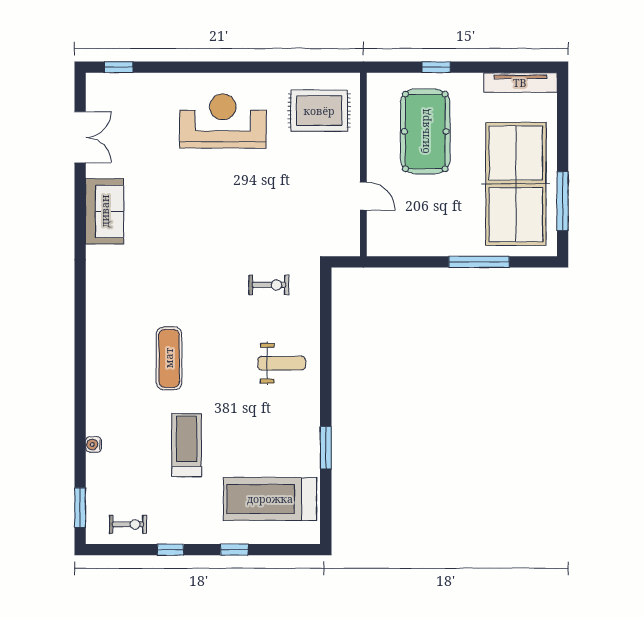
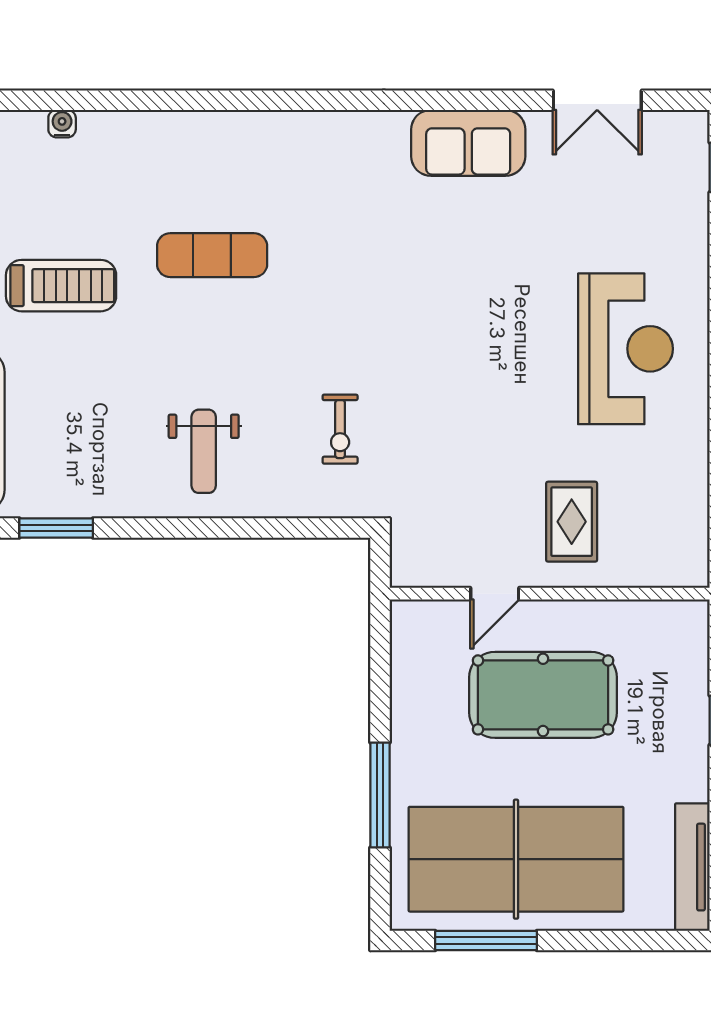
rug: (319, 111) -> (572, 522), moved, width x0.73, depth x0.70
pool table: (425, 131) -> (543, 695), moved

